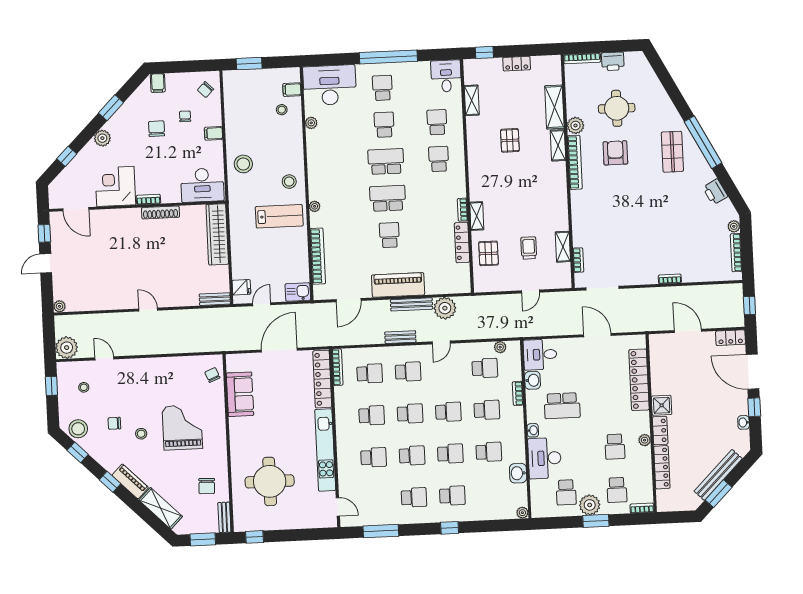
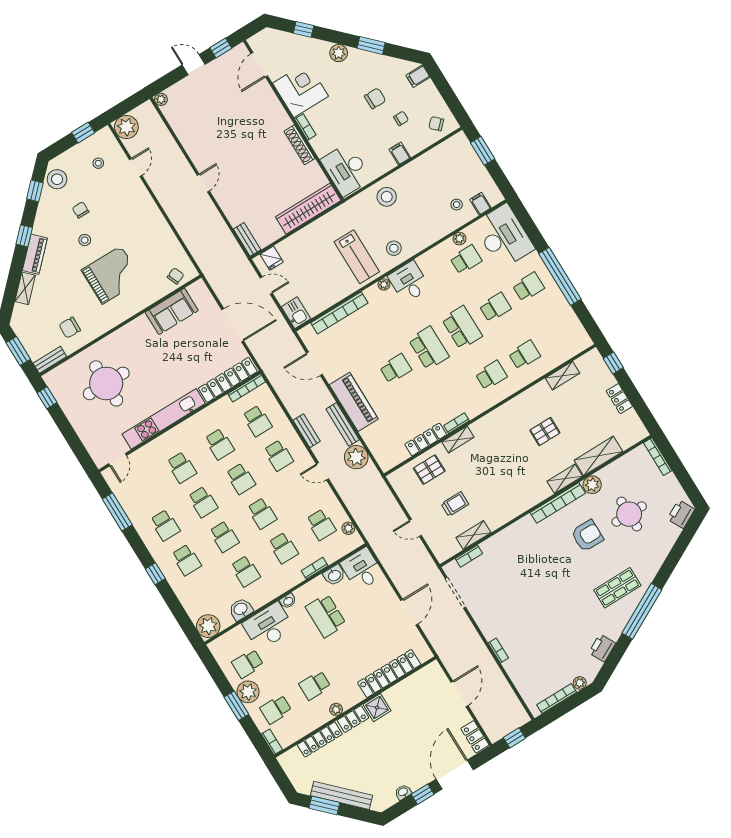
printer: (613, 61) -> (681, 514), moved, turned 62
desk: (446, 76) -> (409, 282), moved, turned -90
school desk: (331, 127) -> (466, 260), added
shelving: (161, 508) -> (25, 288), width x0.67, depth x0.75
plant: (522, 513) -> (208, 626), width x1.88, depth x1.88

